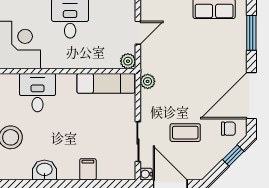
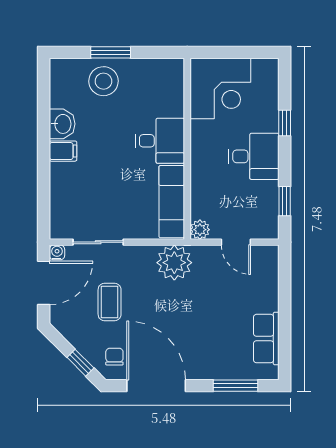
plant: (148, 81) -> (174, 263), width x1.87, depth x1.87
desk: (38, 93) -> (160, 141), moved
chair: (228, 129) -> (114, 357), turned 180
filing cabinet: (88, 169) -> (63, 151), moved

